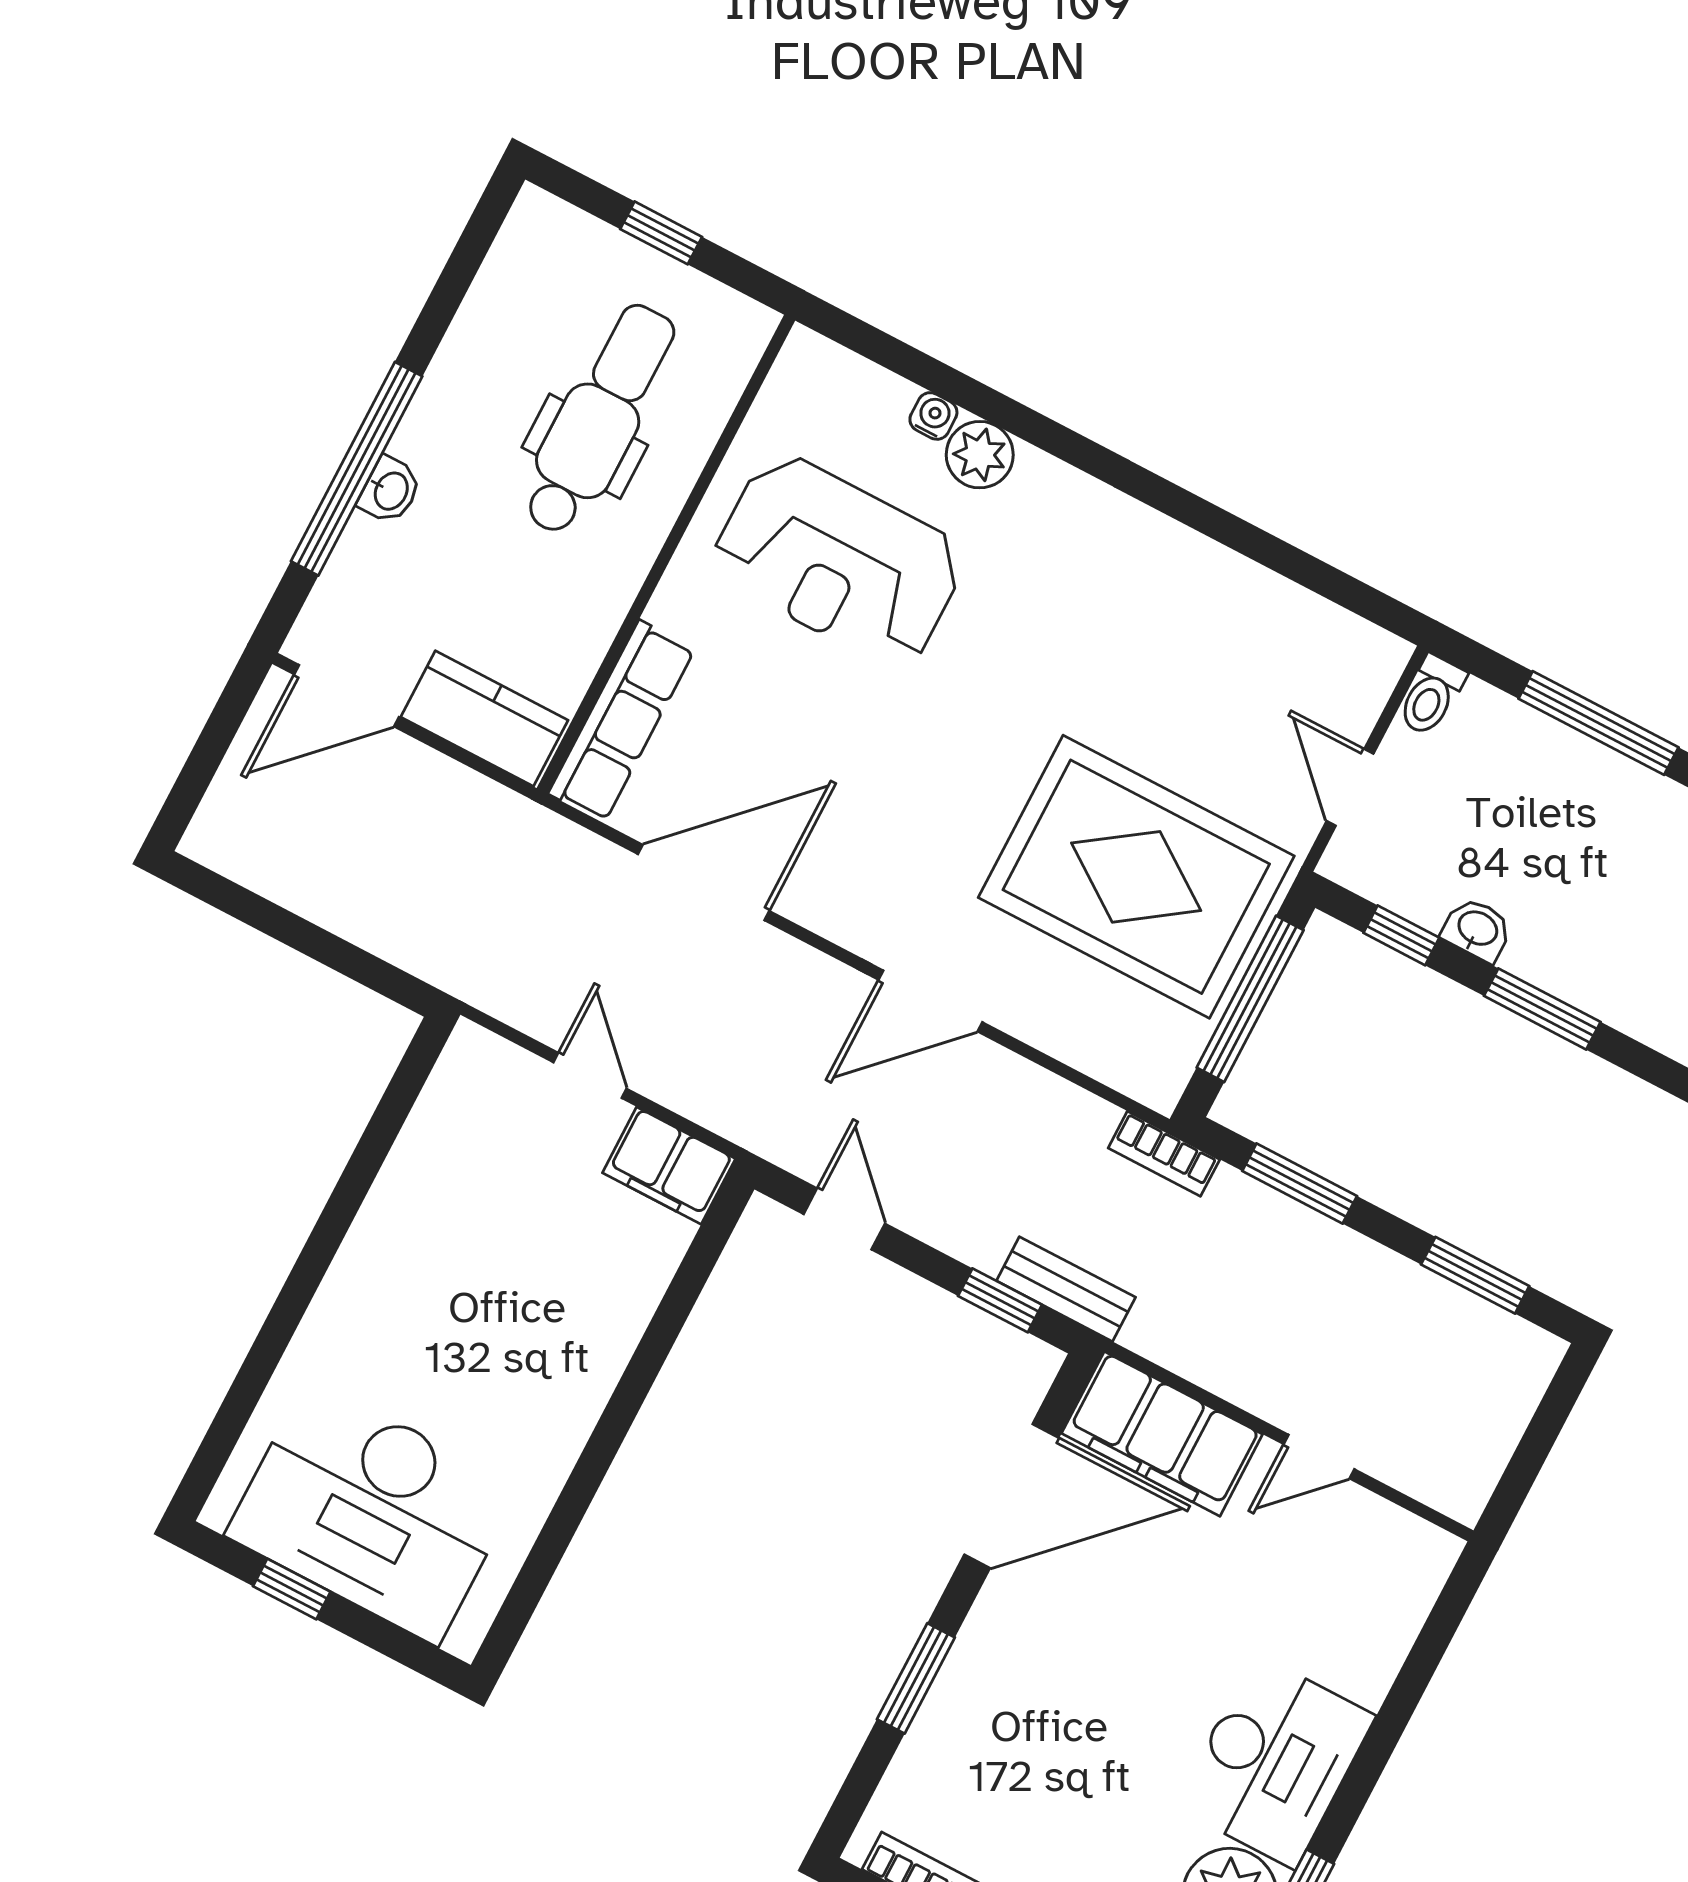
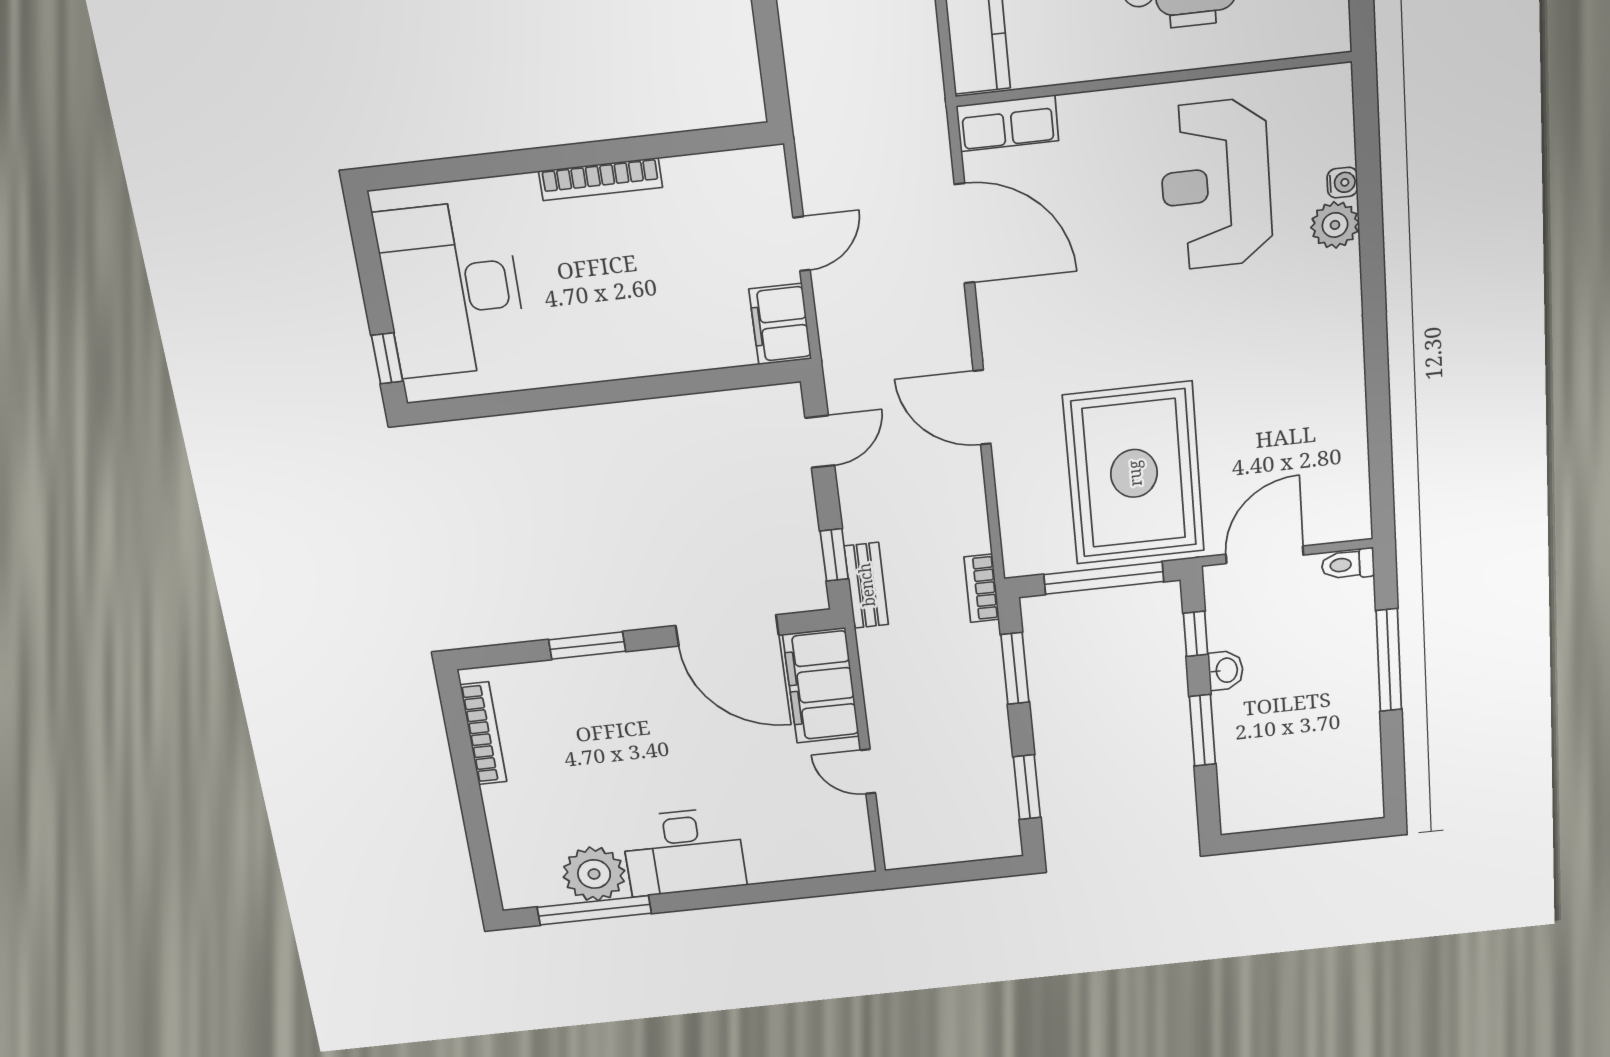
row of seats: (622, 721) -> (1008, 123), width x0.68
door: (1350, 787) -> (1265, 555), width x1.38
bookcase: (361, 1250) -> (601, 179), added
window: (292, 1589) -> (387, 358), moved

